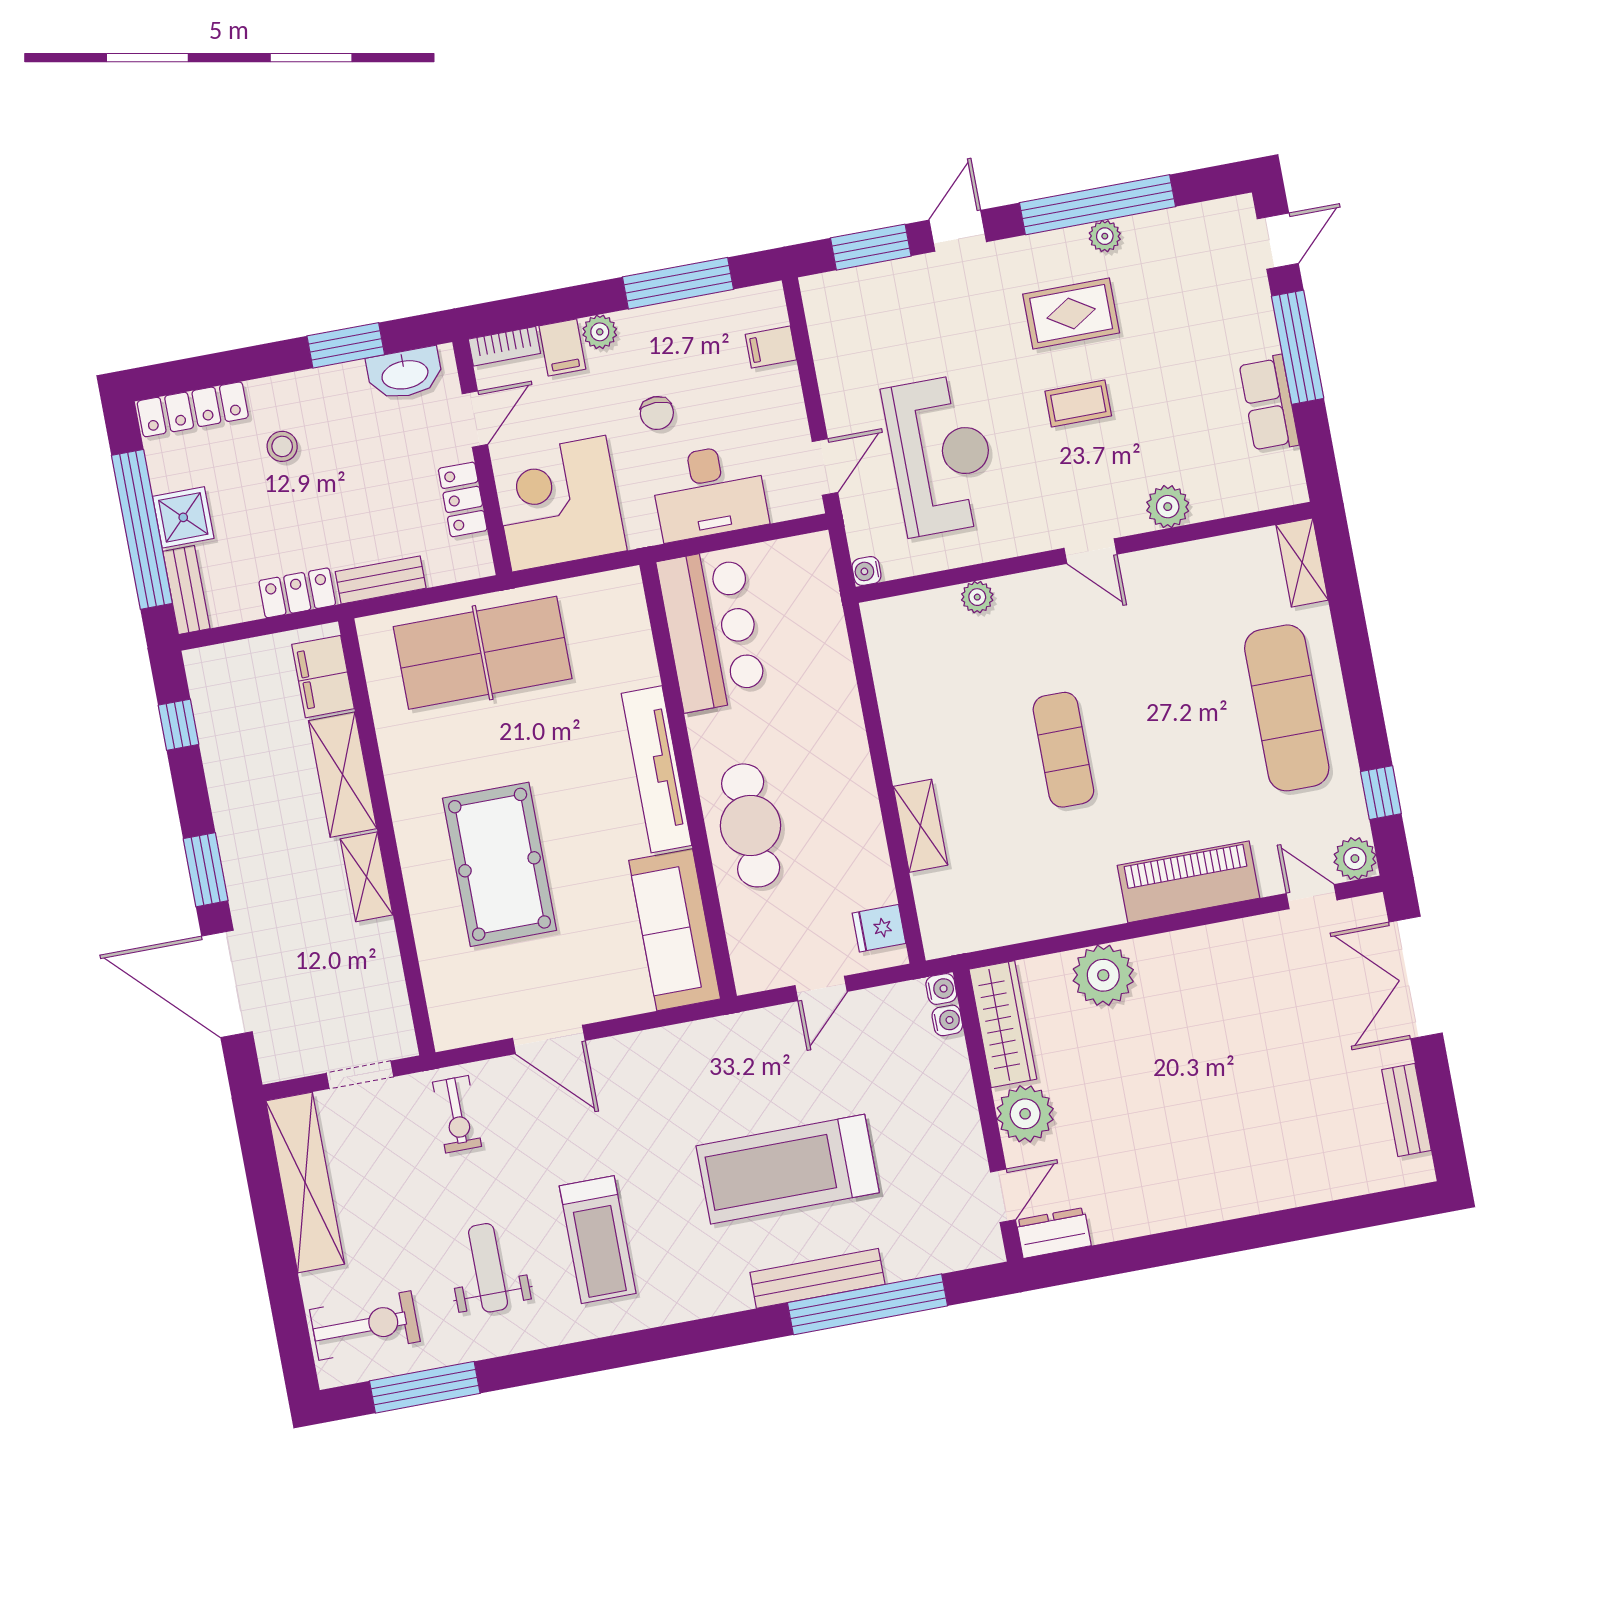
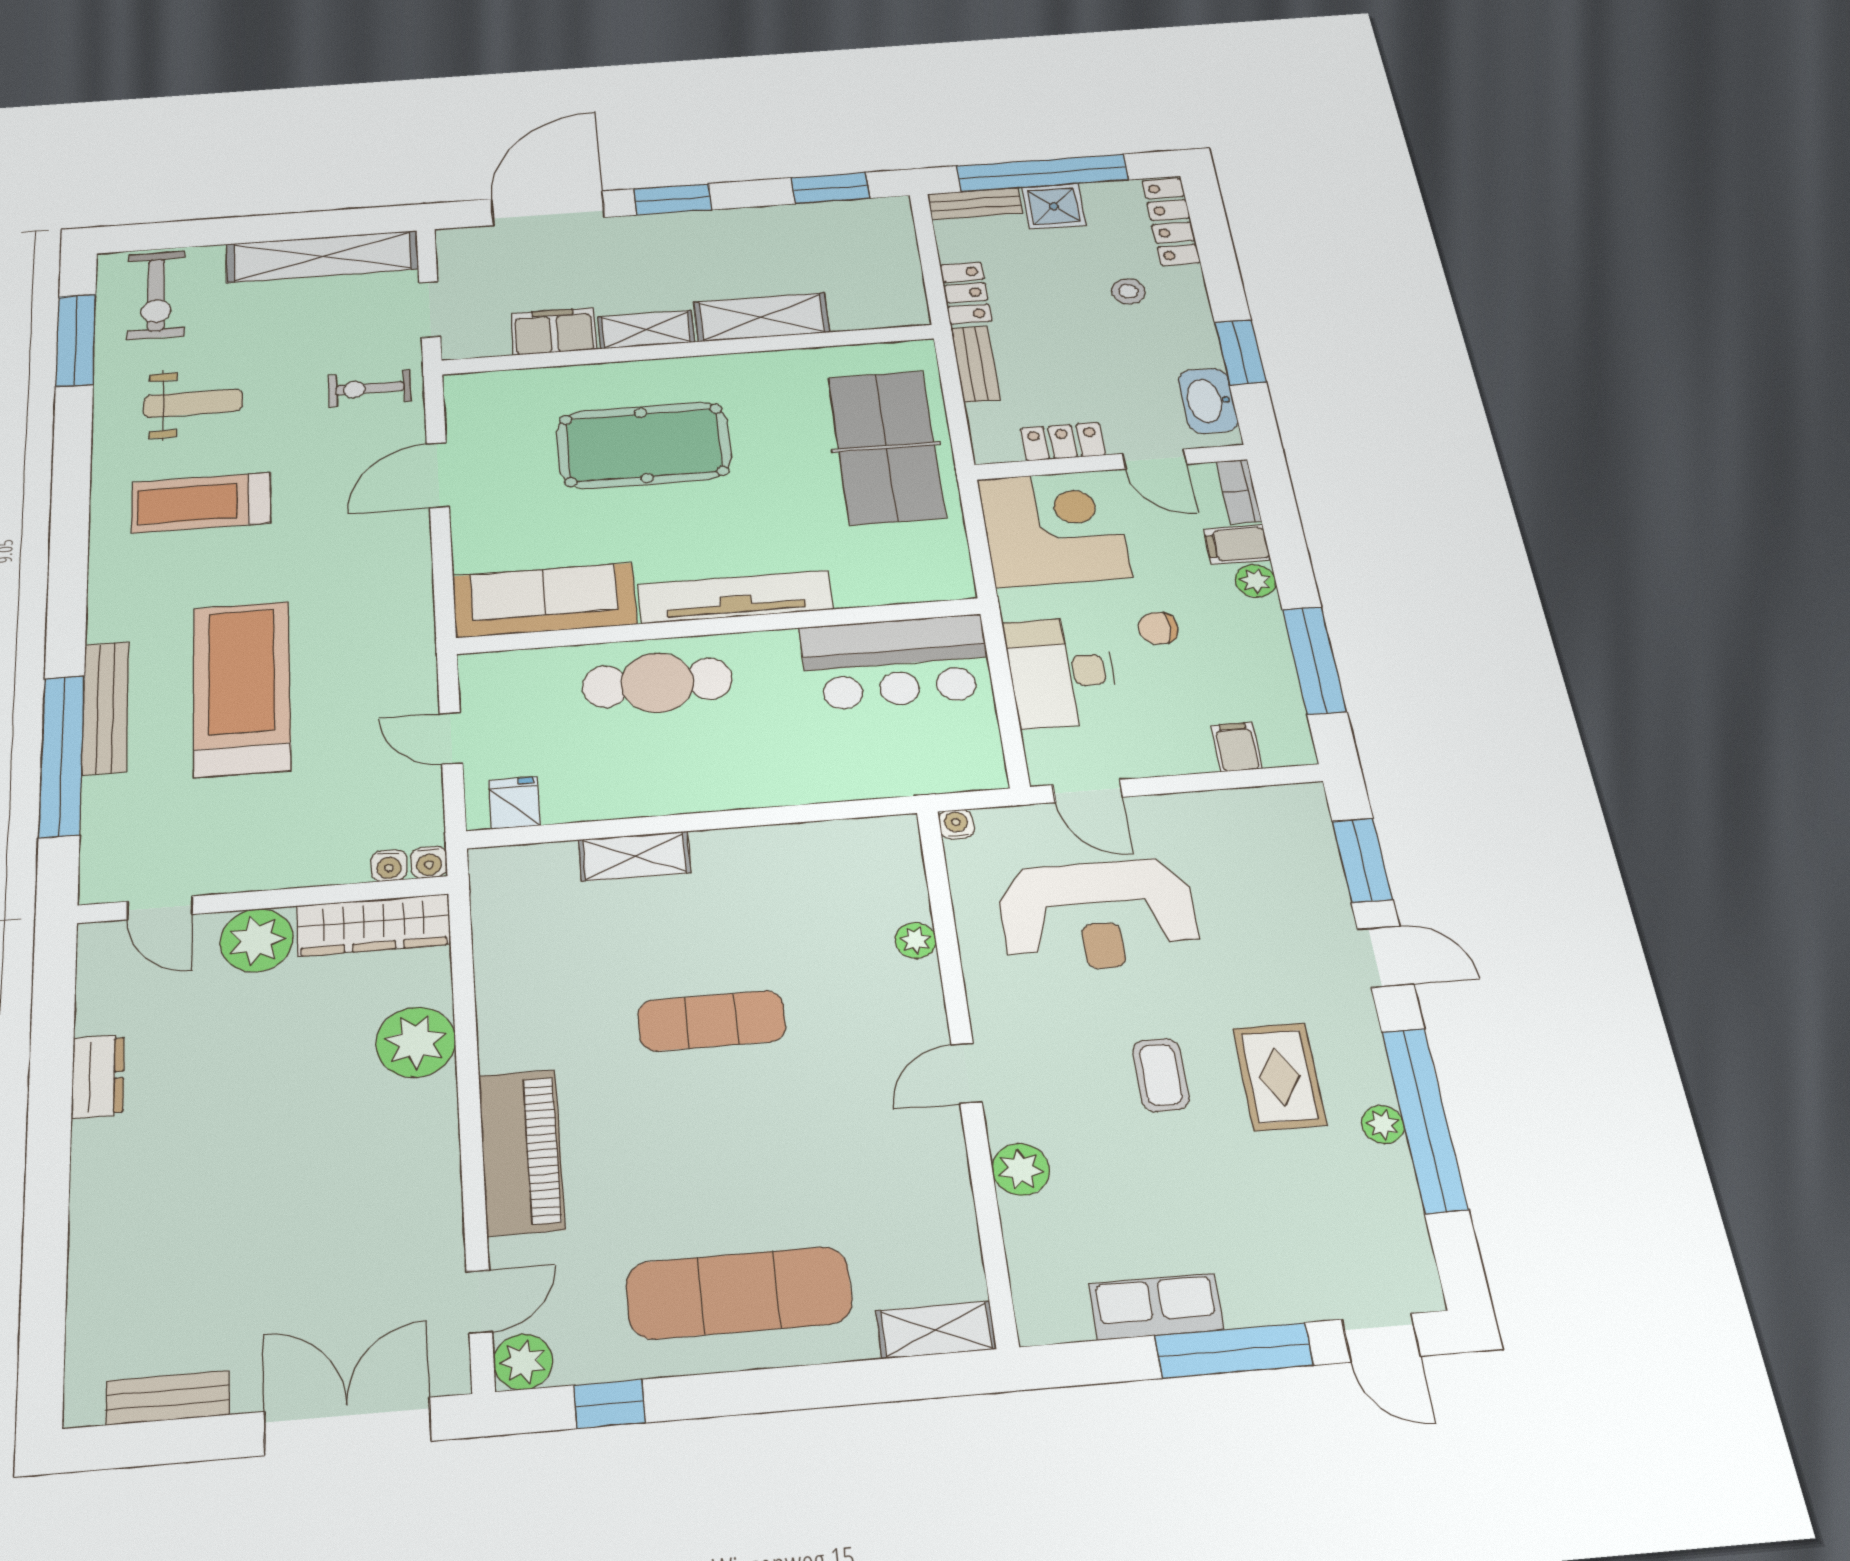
filing cabinet: (323, 677) -> (554, 331), moved
window: (179, 725) -> (830, 188), width x1.50
dresser: (1054, 1233) -> (98, 1076), moved

